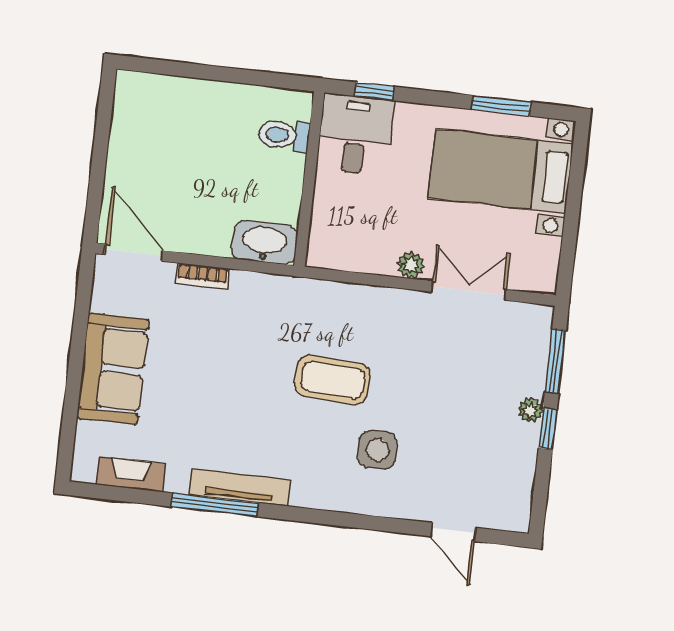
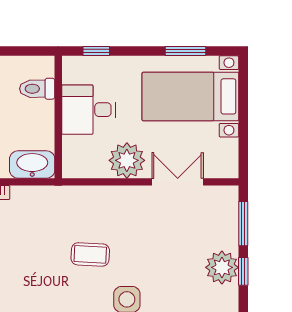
desk: (355, 134) -> (89, 110), moved, turned -90
plant: (411, 265) -> (127, 160), width x1.87, depth x1.87
coffee table: (333, 380) -> (90, 254), width x0.73, depth x0.77
plant: (530, 410) -> (222, 267), width x1.87, depth x1.87

